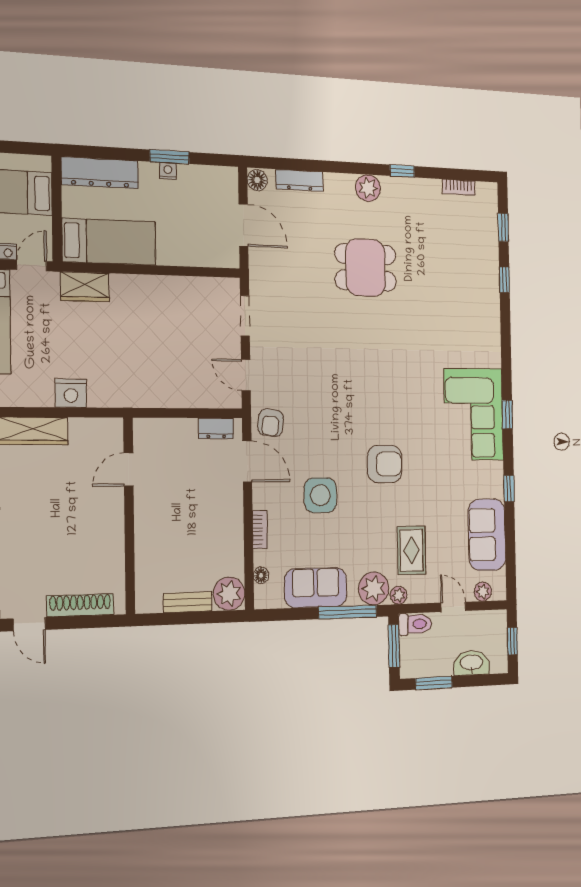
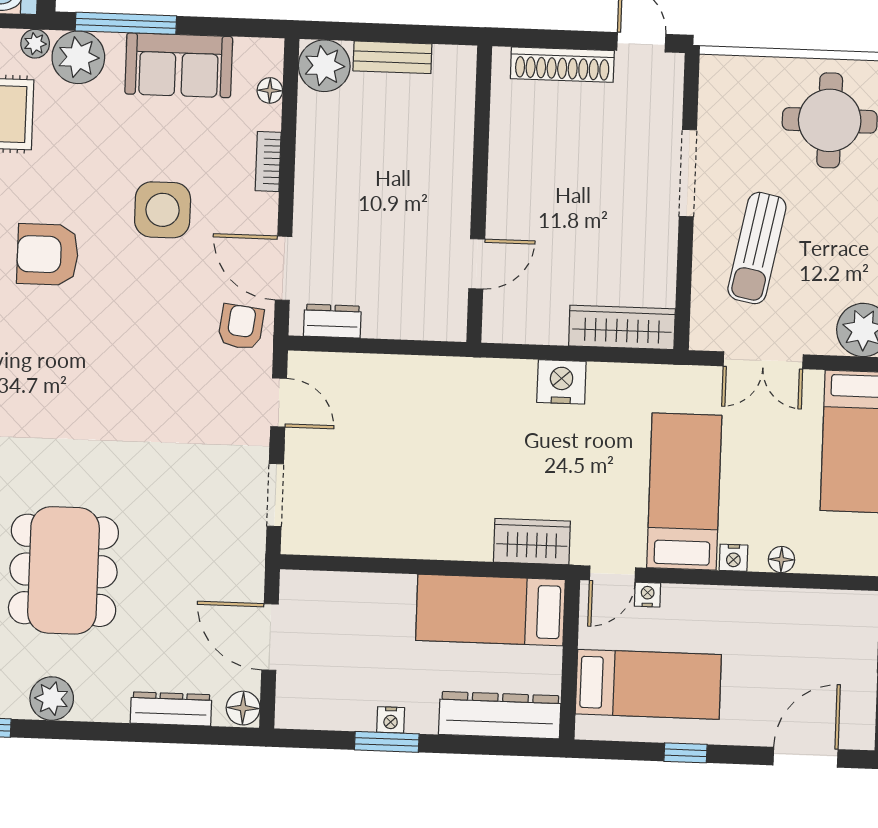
dining table: (365, 267) -> (63, 570), width x1.38

